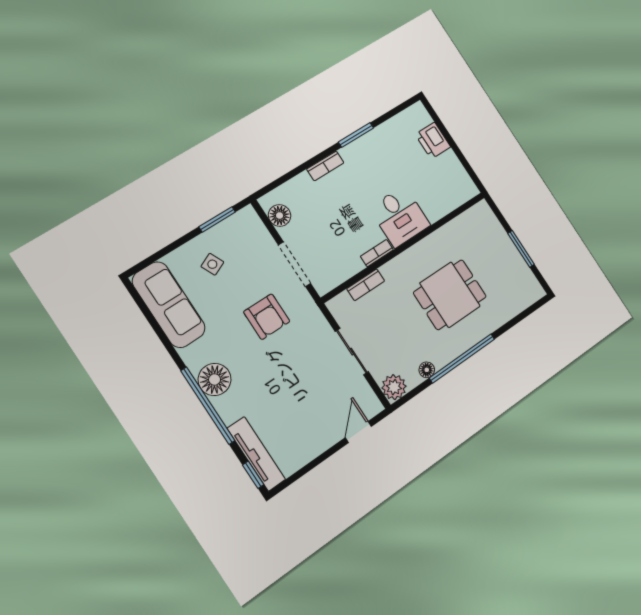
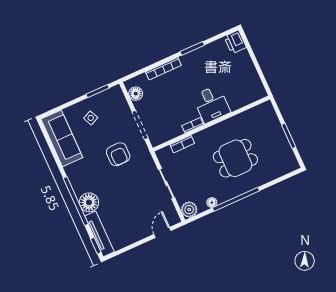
printer: (433, 141) -> (235, 42), moved
bookcase: (325, 166) -> (163, 69), width x1.56
floor lamp: (215, 379) -> (89, 202), moved

